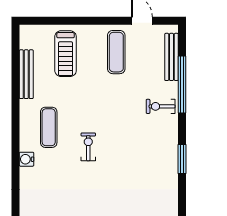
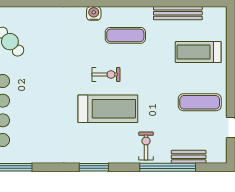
bench: (171, 57) -> (189, 157), width x0.73
treadmill: (123, 145) -> (108, 109), added

